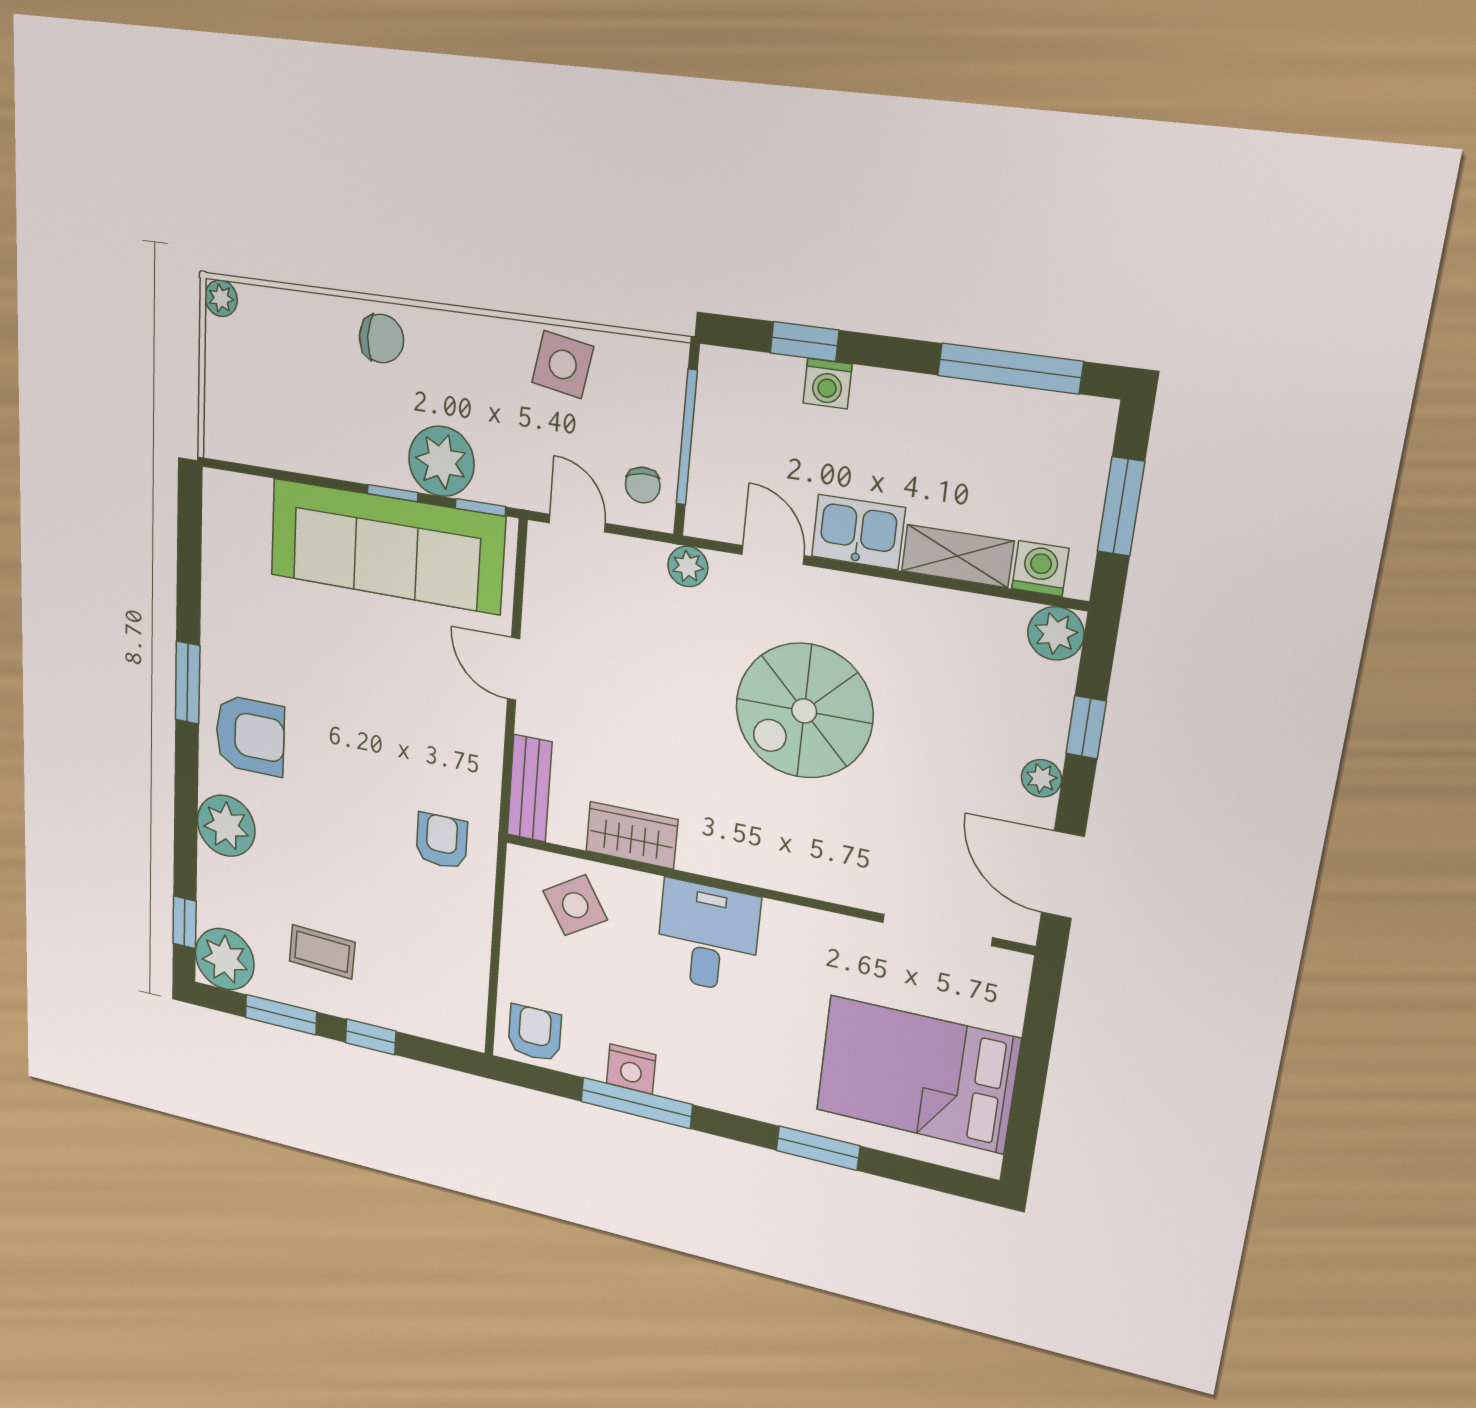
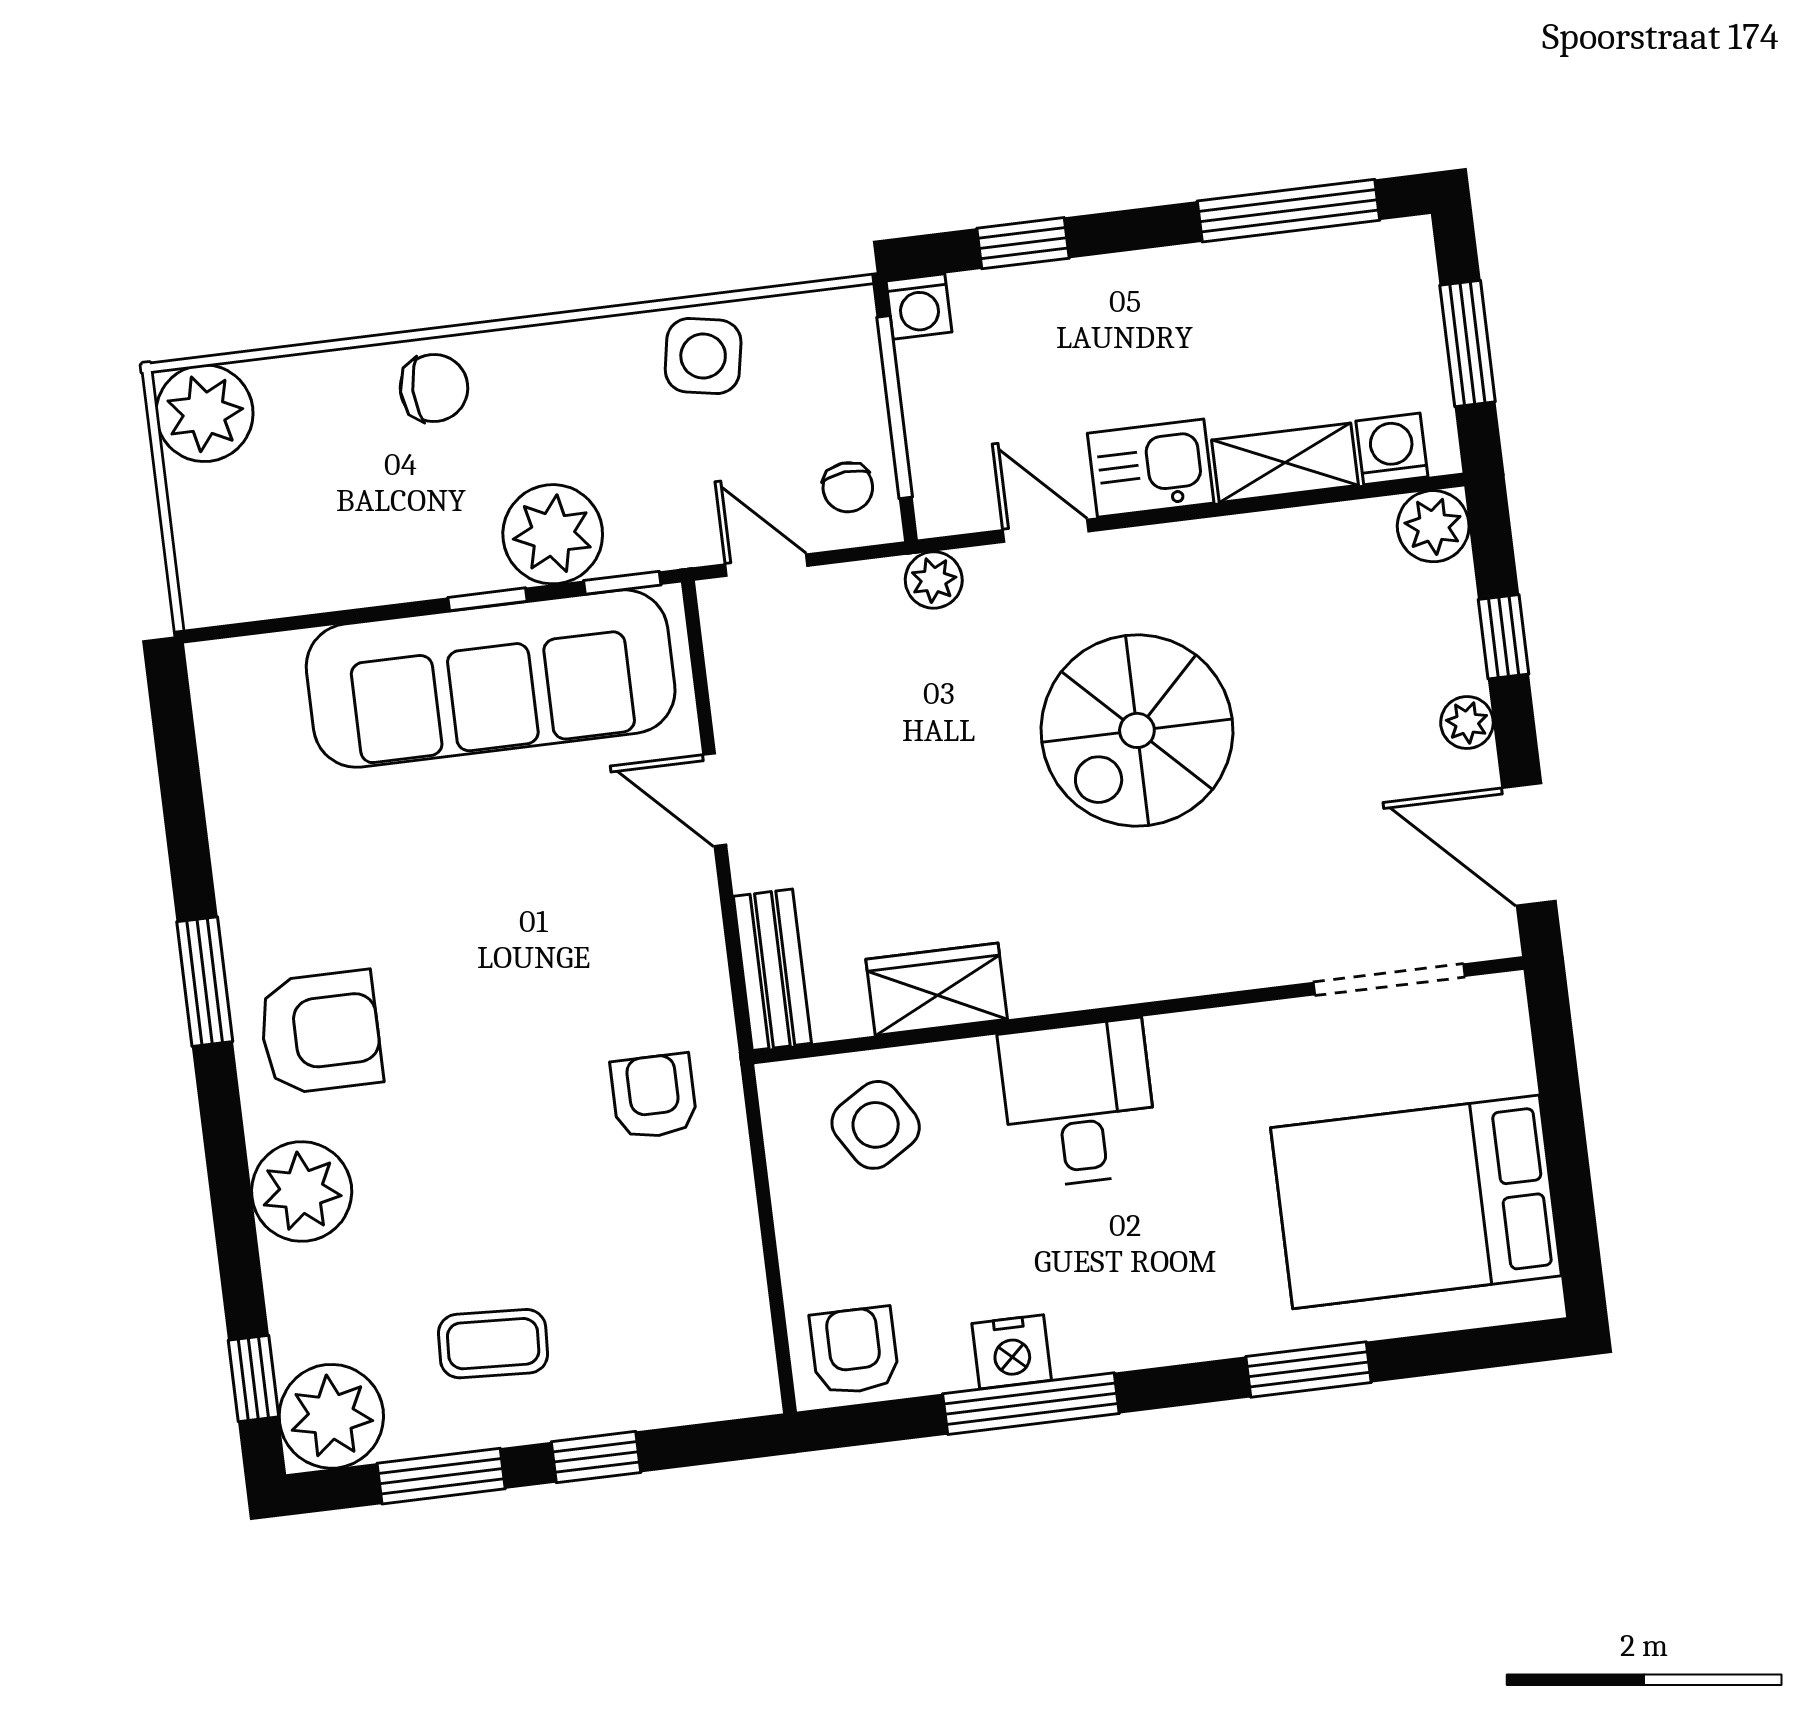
plant: (221, 298) -> (205, 413), width x1.88, depth x1.88
washing machine: (827, 384) -> (919, 306), moved

